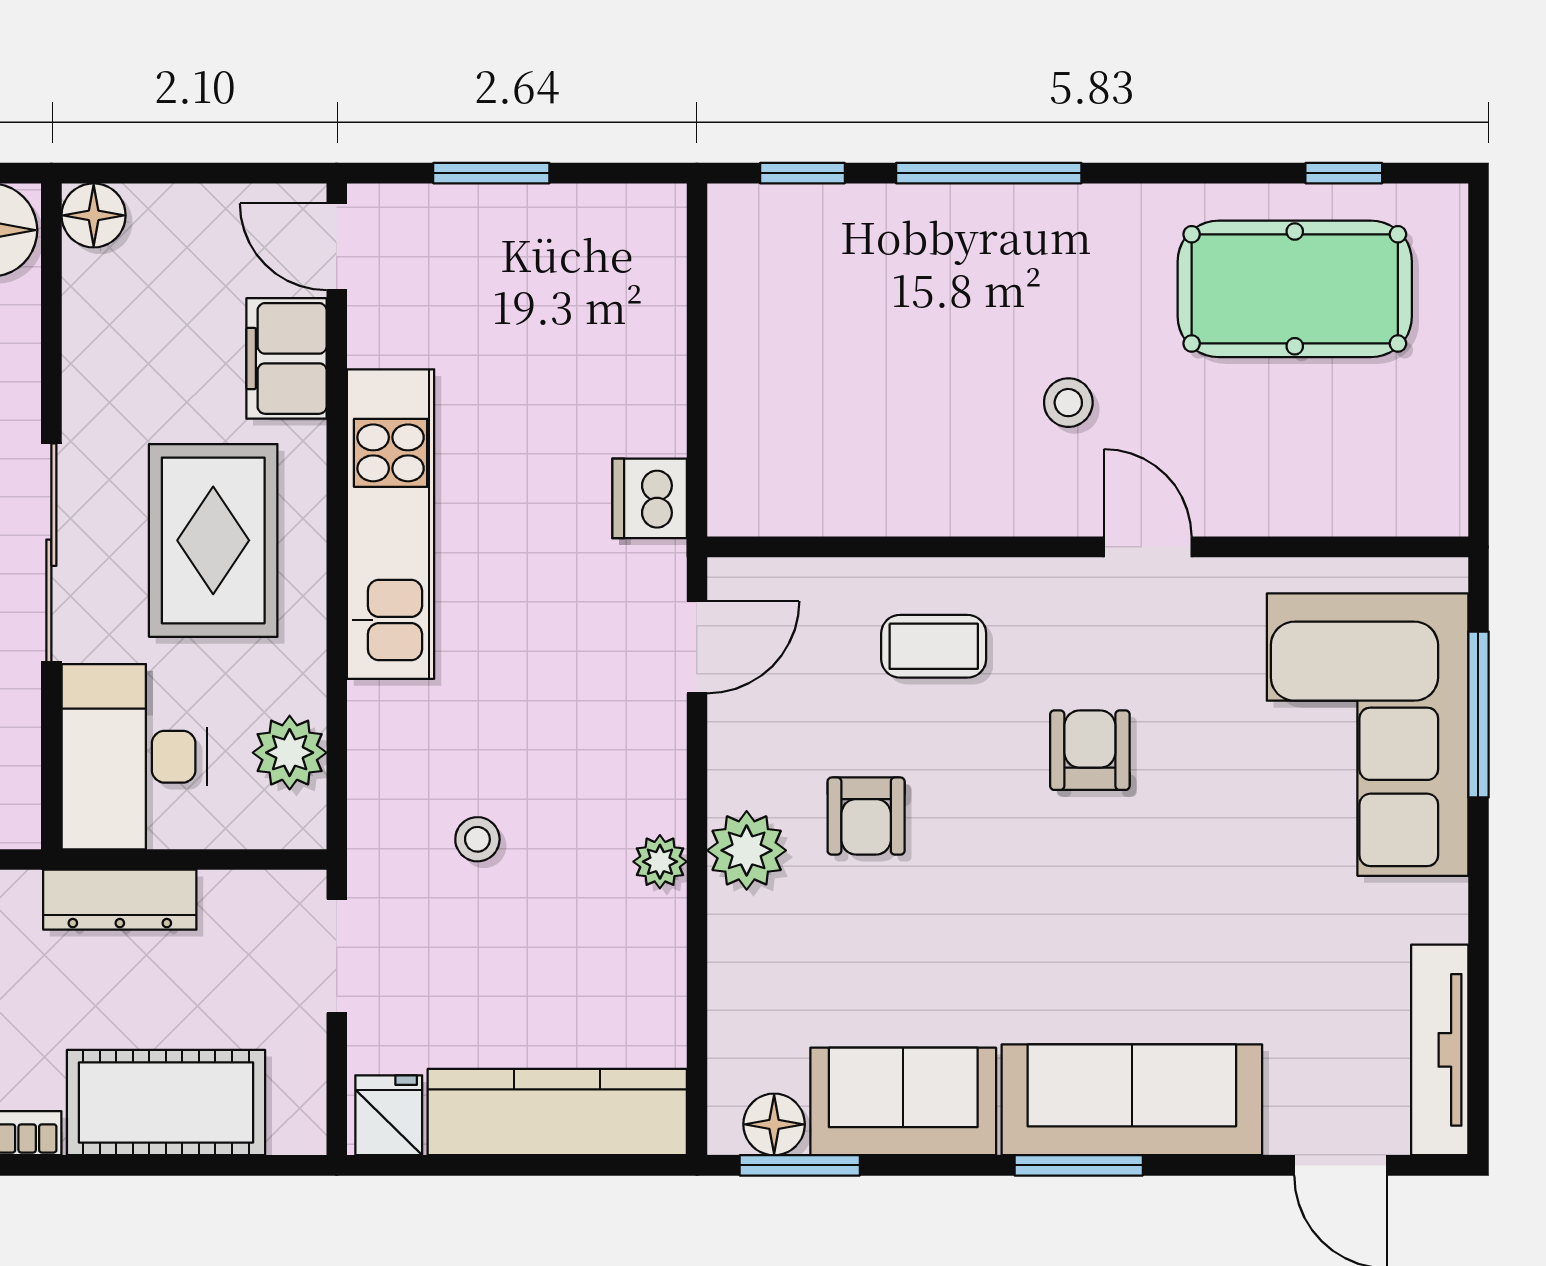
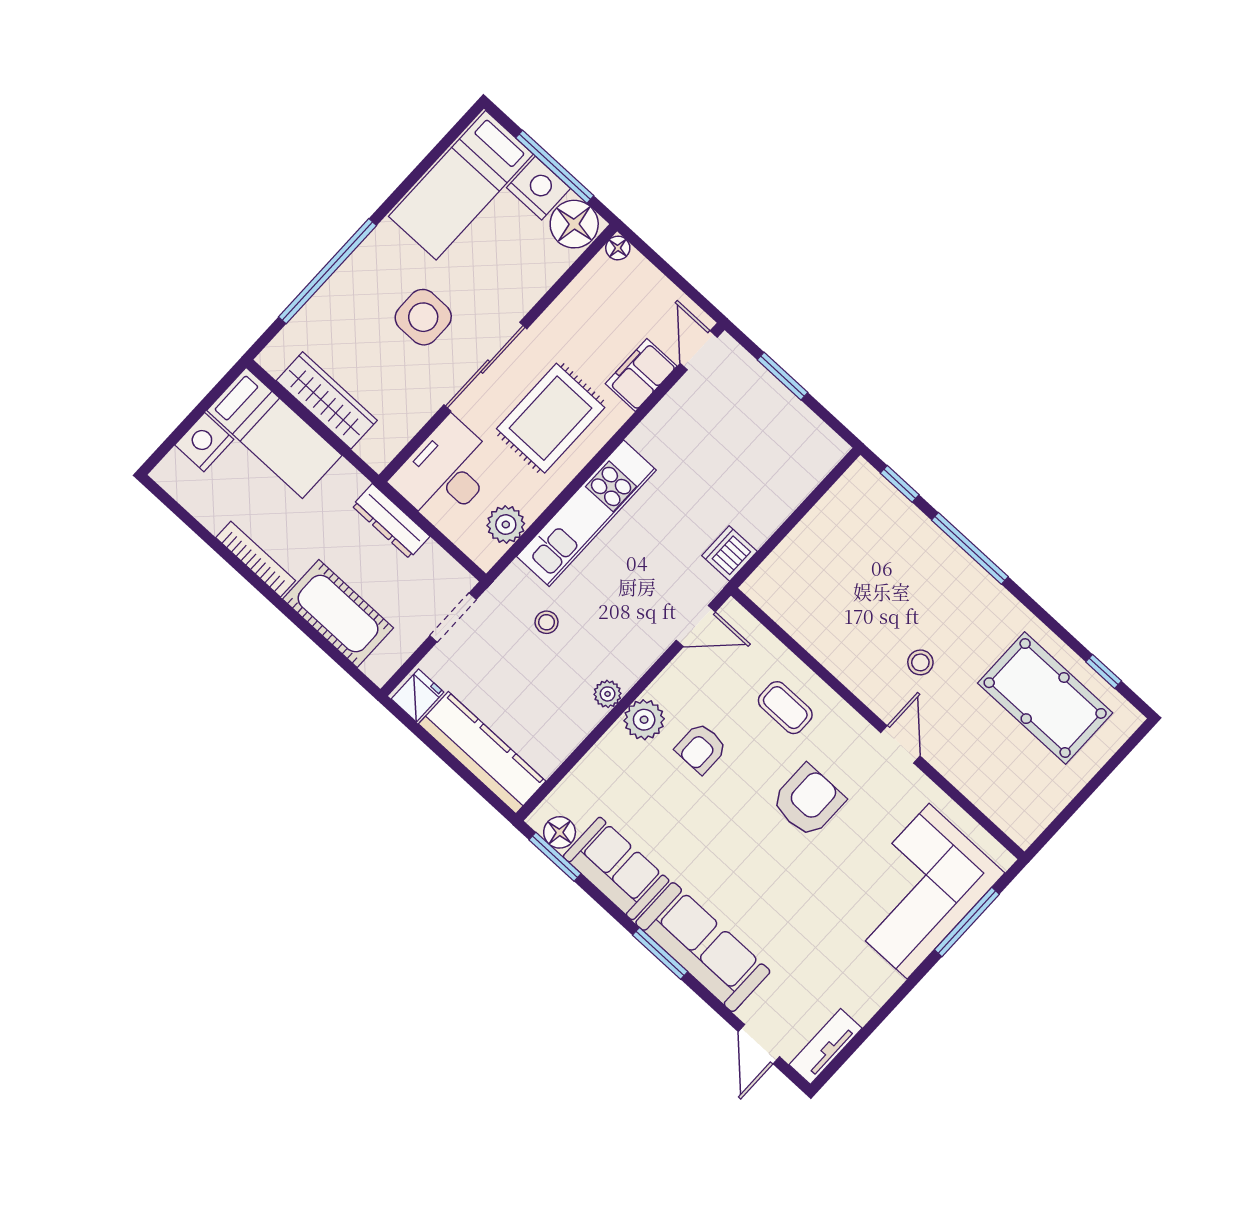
floor lamp: (94, 215) -> (618, 248), width x0.73, depth x0.73
kitchen unit: (391, 524) -> (586, 513), moved
armchair: (1090, 750) -> (808, 801), width x1.38, depth x1.38
tv unit: (1440, 1050) -> (826, 1046), width x0.71

